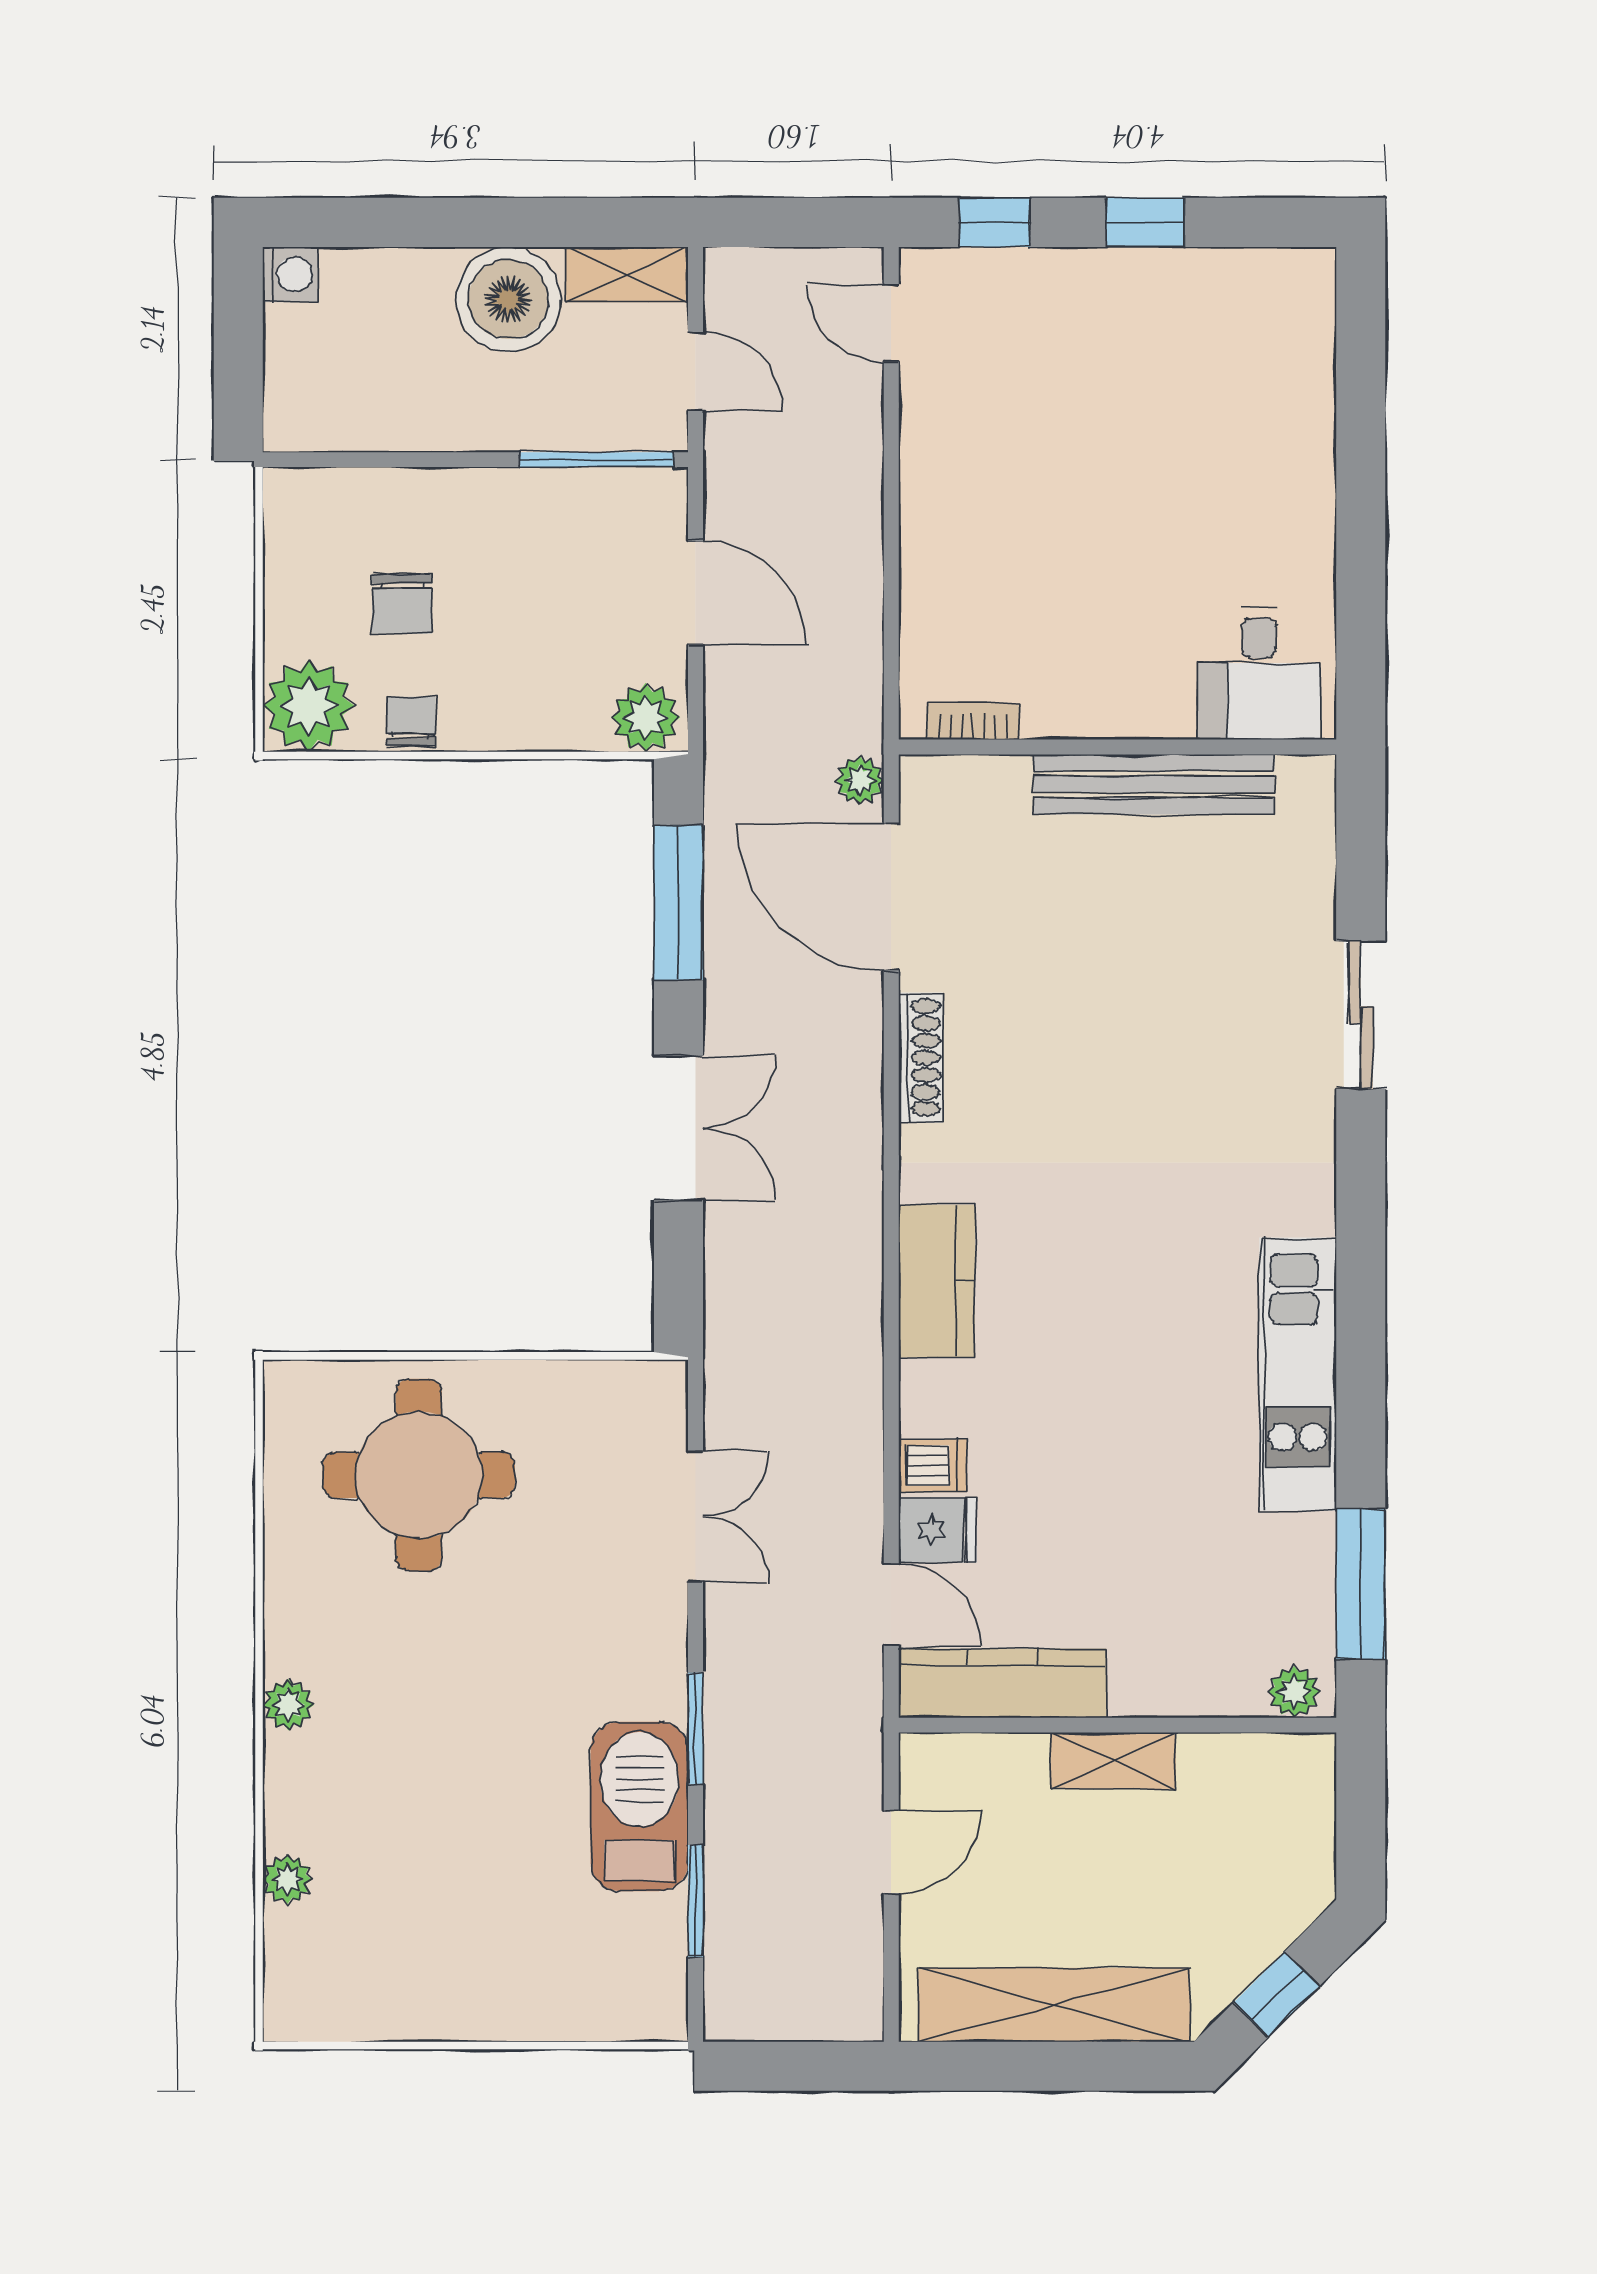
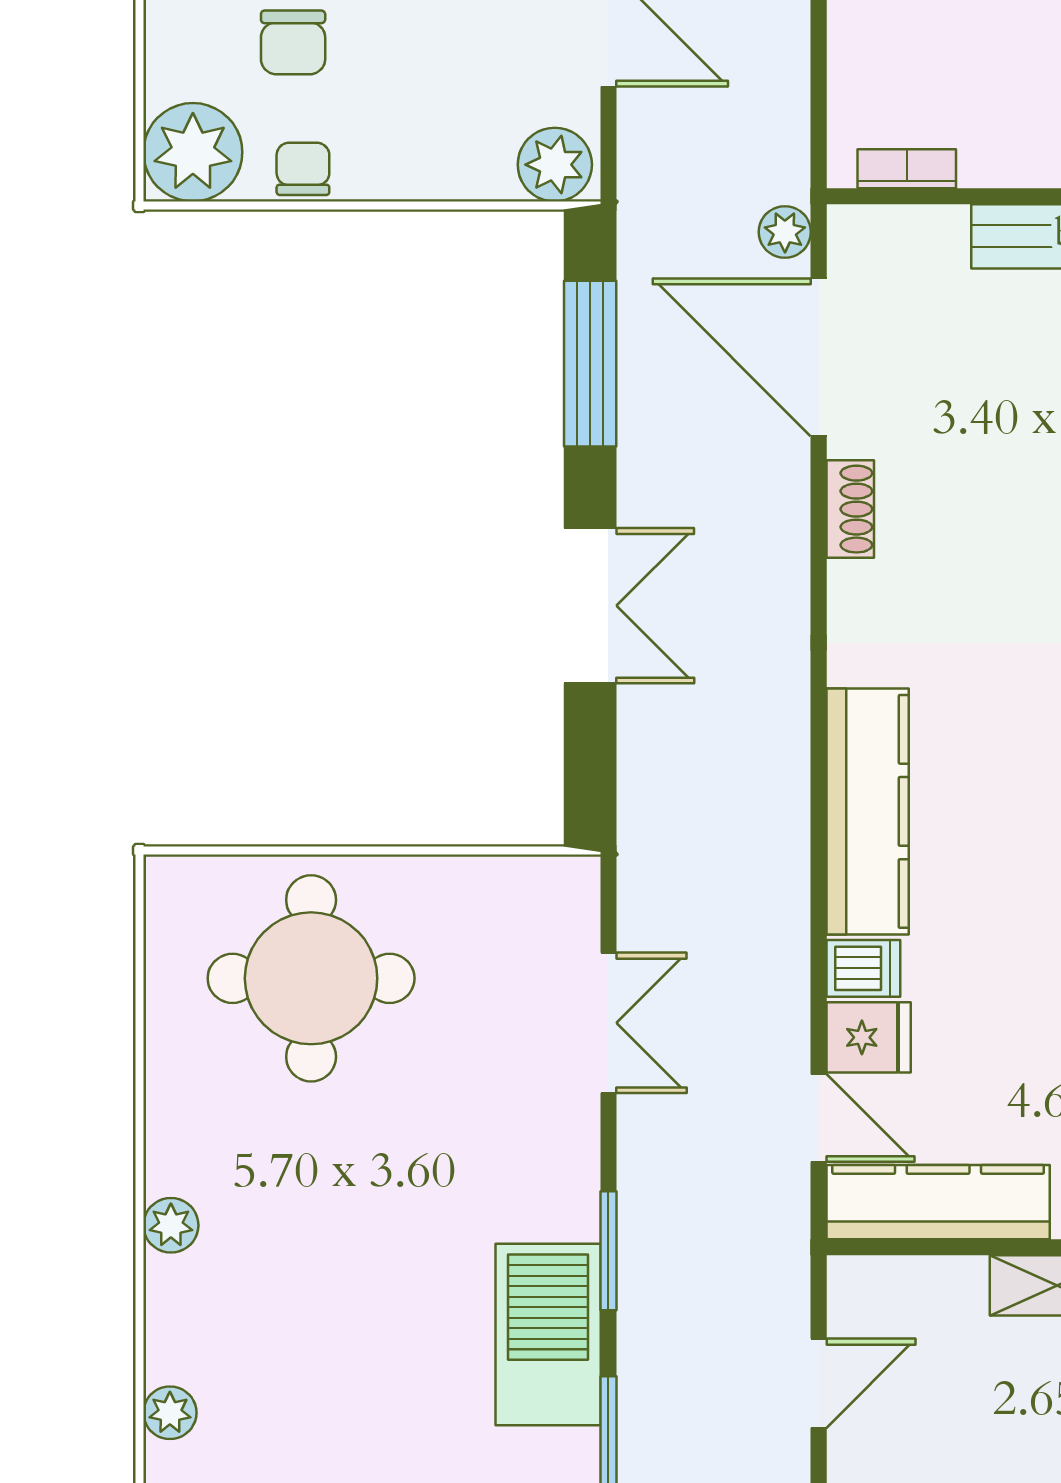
shoe rack: (921, 1058) -> (850, 509), width x0.70
kitchen counter: (937, 1281) -> (868, 811), width x1.50

